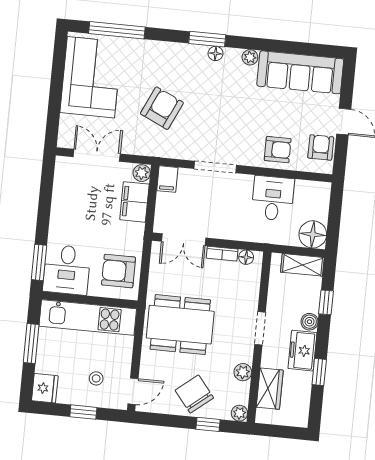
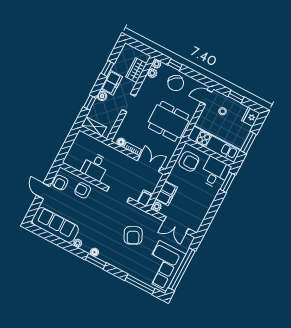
window: (57, 84) -> (182, 269), added
armchair: (162, 108) -> (133, 235), turned -51
floor lamp: (313, 234) -> (82, 140), removed
plant: (243, 372) -> (152, 73), moved

